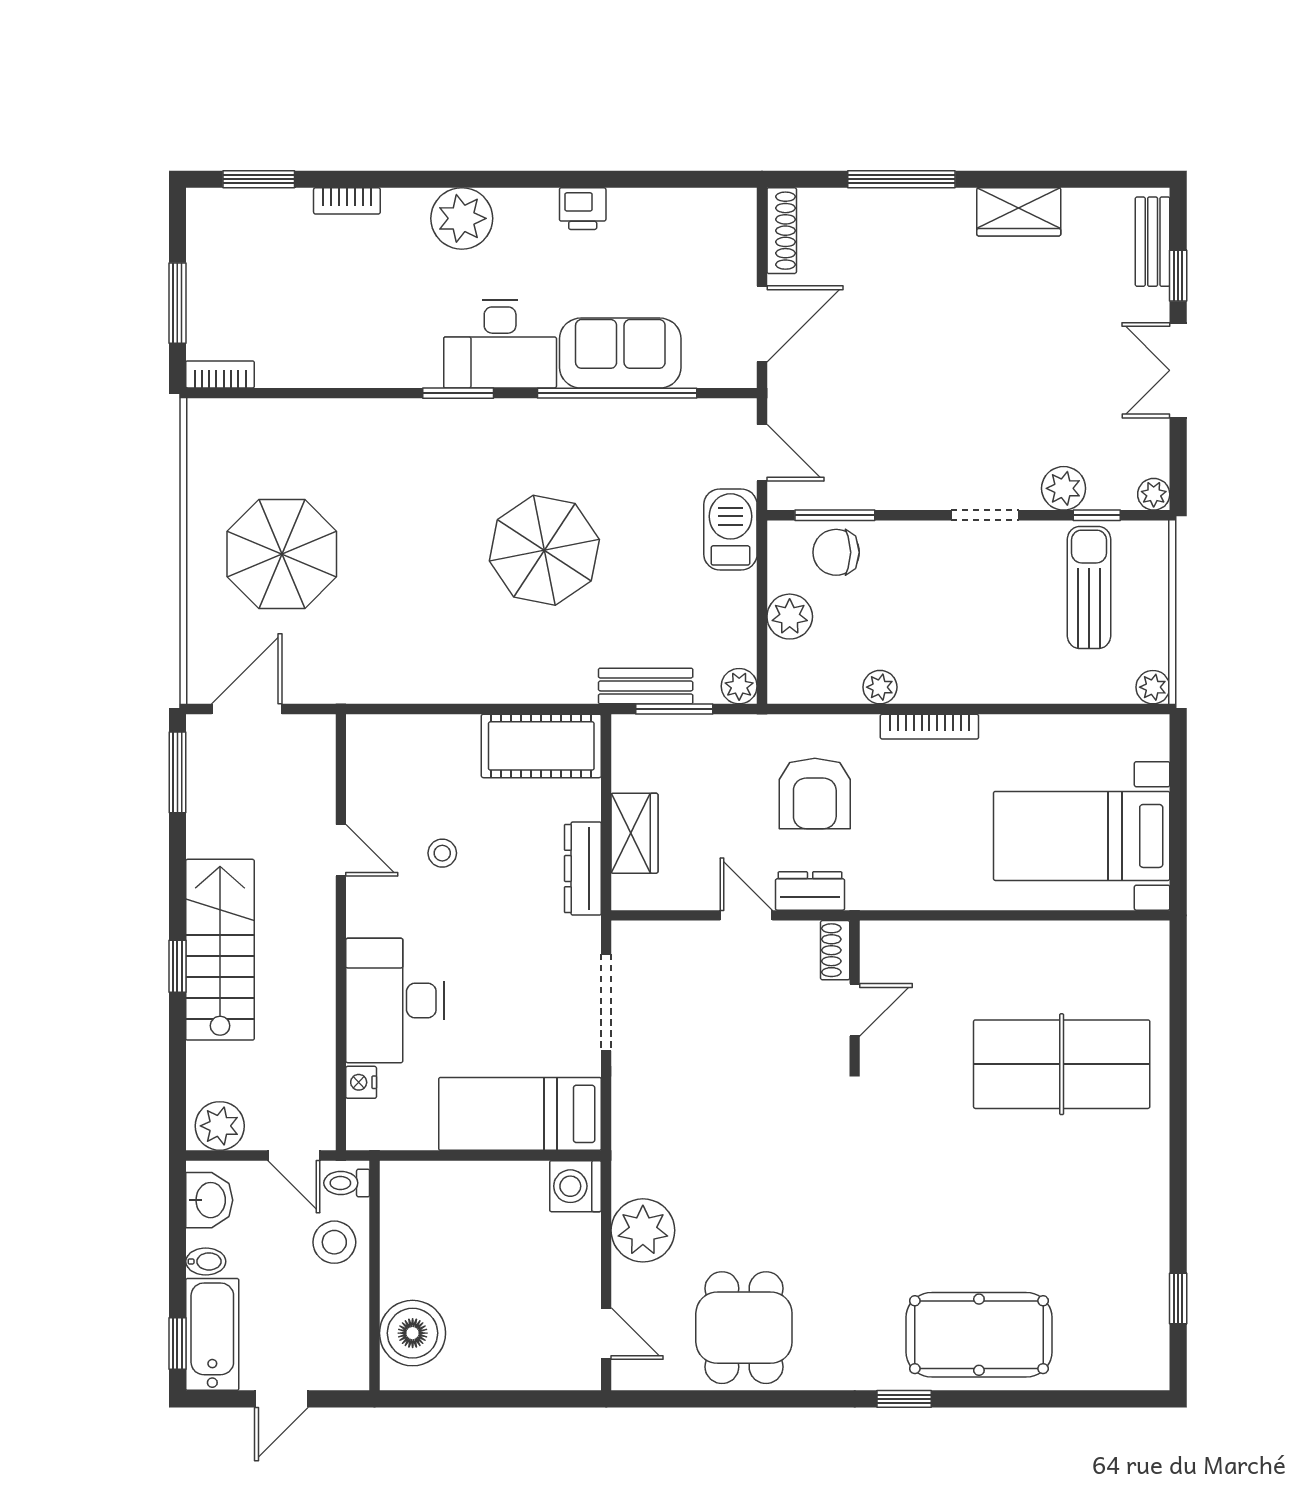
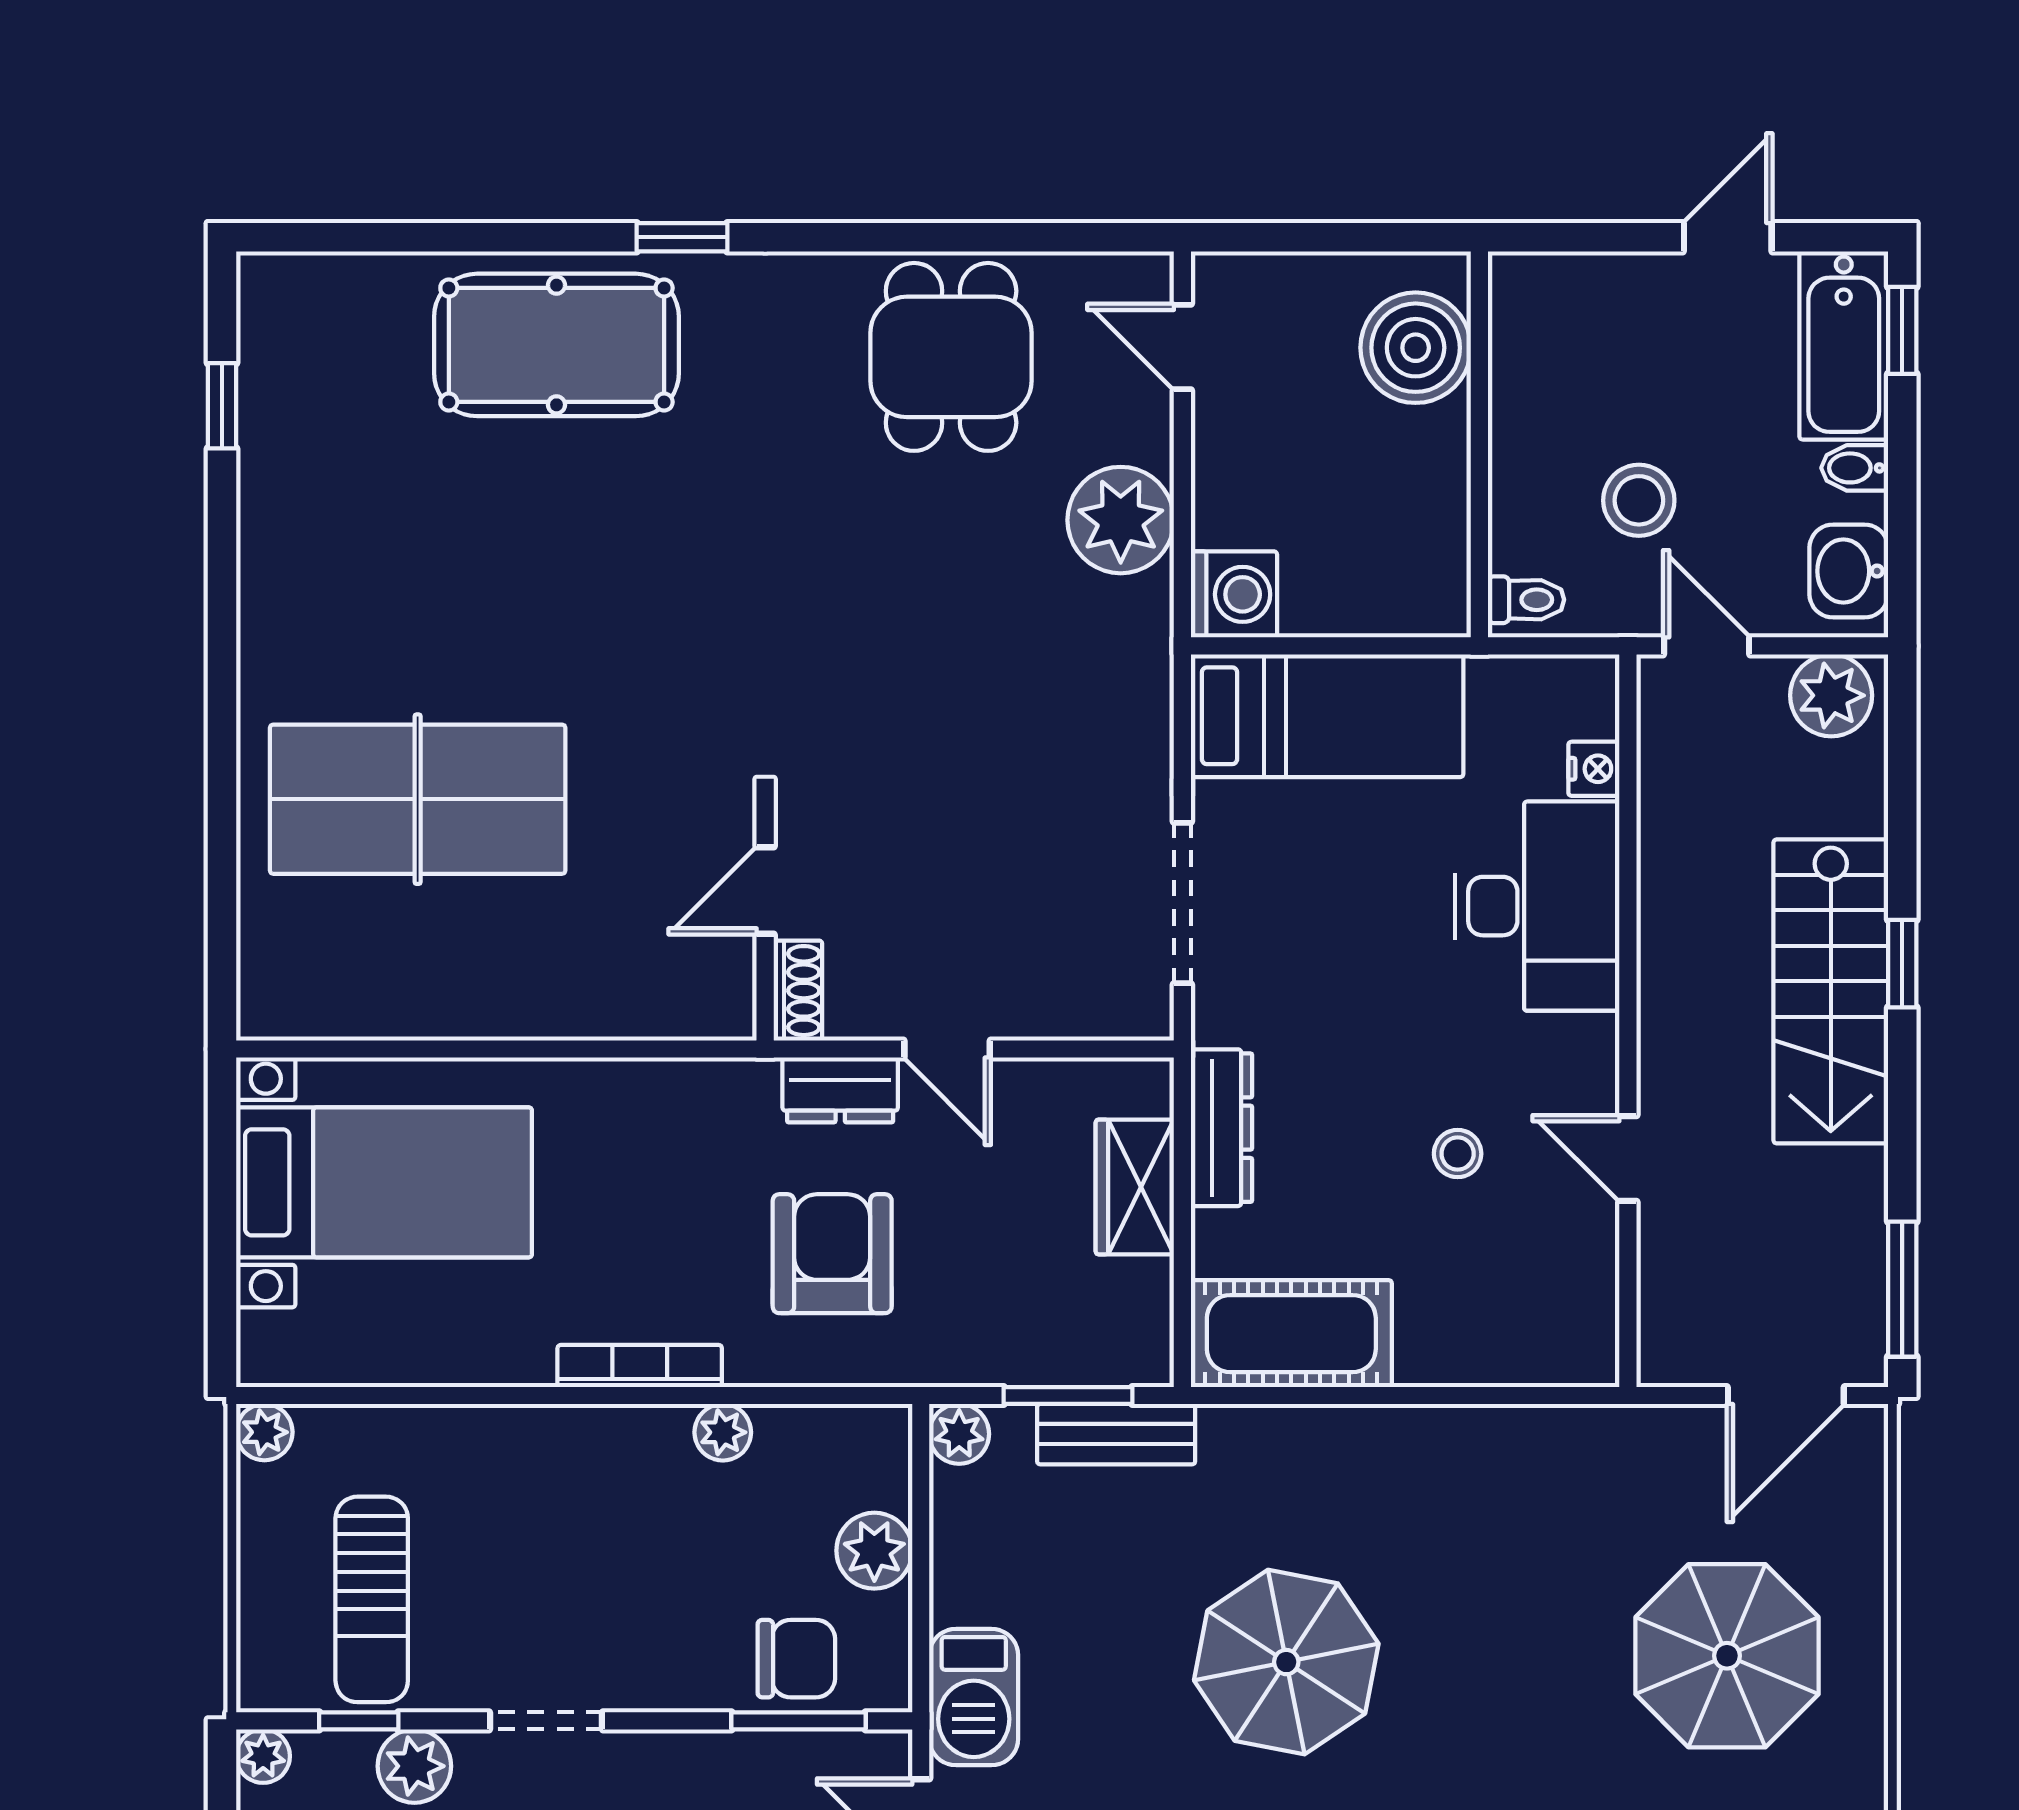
toilet: (347, 1183) -> (1526, 600), moved
wall: (375, 1275) -> (1479, 444), moved
boiler: (413, 1333) -> (1416, 348), moved

